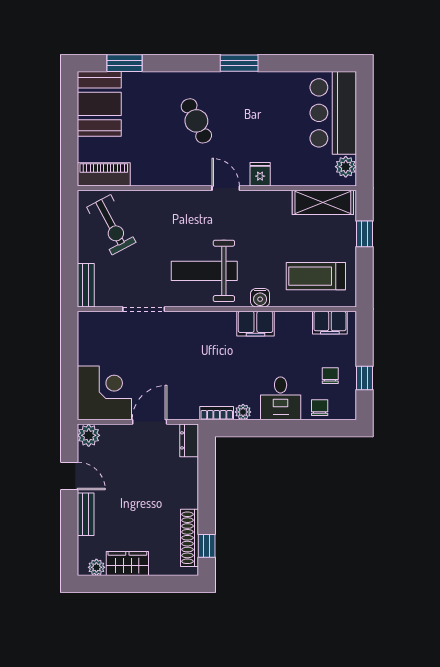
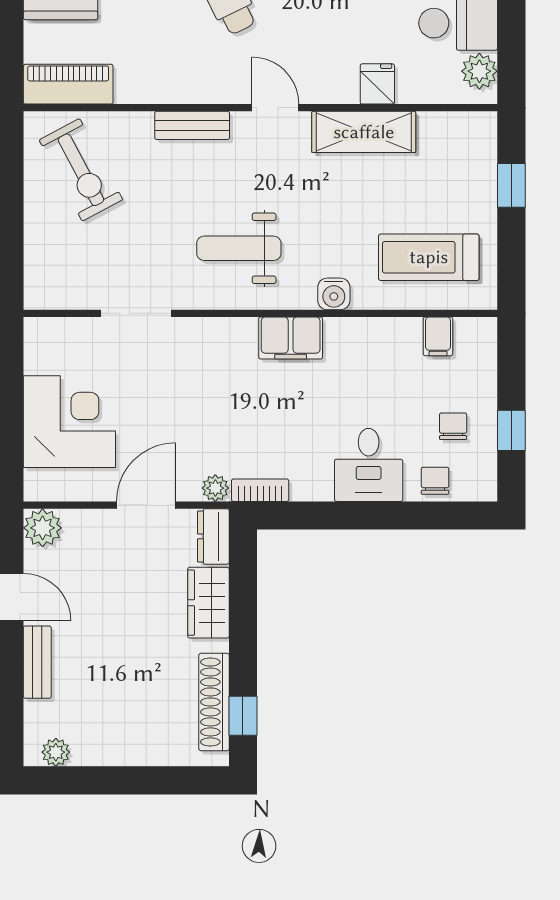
fridge: (260, 174) -> (377, 84), moved
shelving: (323, 202) -> (364, 132), moved
weight bench: (204, 271) -> (239, 248), width x0.73, depth x0.75
bench: (86, 285) -> (192, 125), moved, turned 90
filing cabinet: (330, 323) -> (438, 336), width x0.50
filing cabinet: (255, 324) -> (291, 338), moved
corner desk: (104, 393) -> (69, 422), moved
plant: (243, 412) -> (215, 488), moved
wardrobe: (127, 564) -> (208, 603), moved, turned -90

